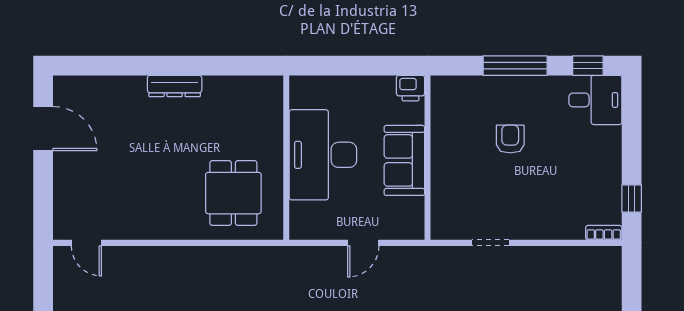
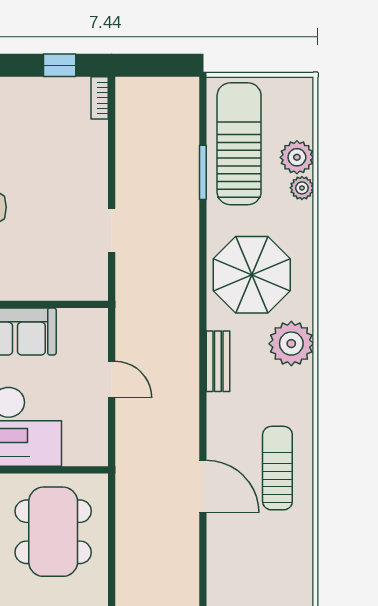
dining table: (233, 193) -> (53, 532), width x1.37

